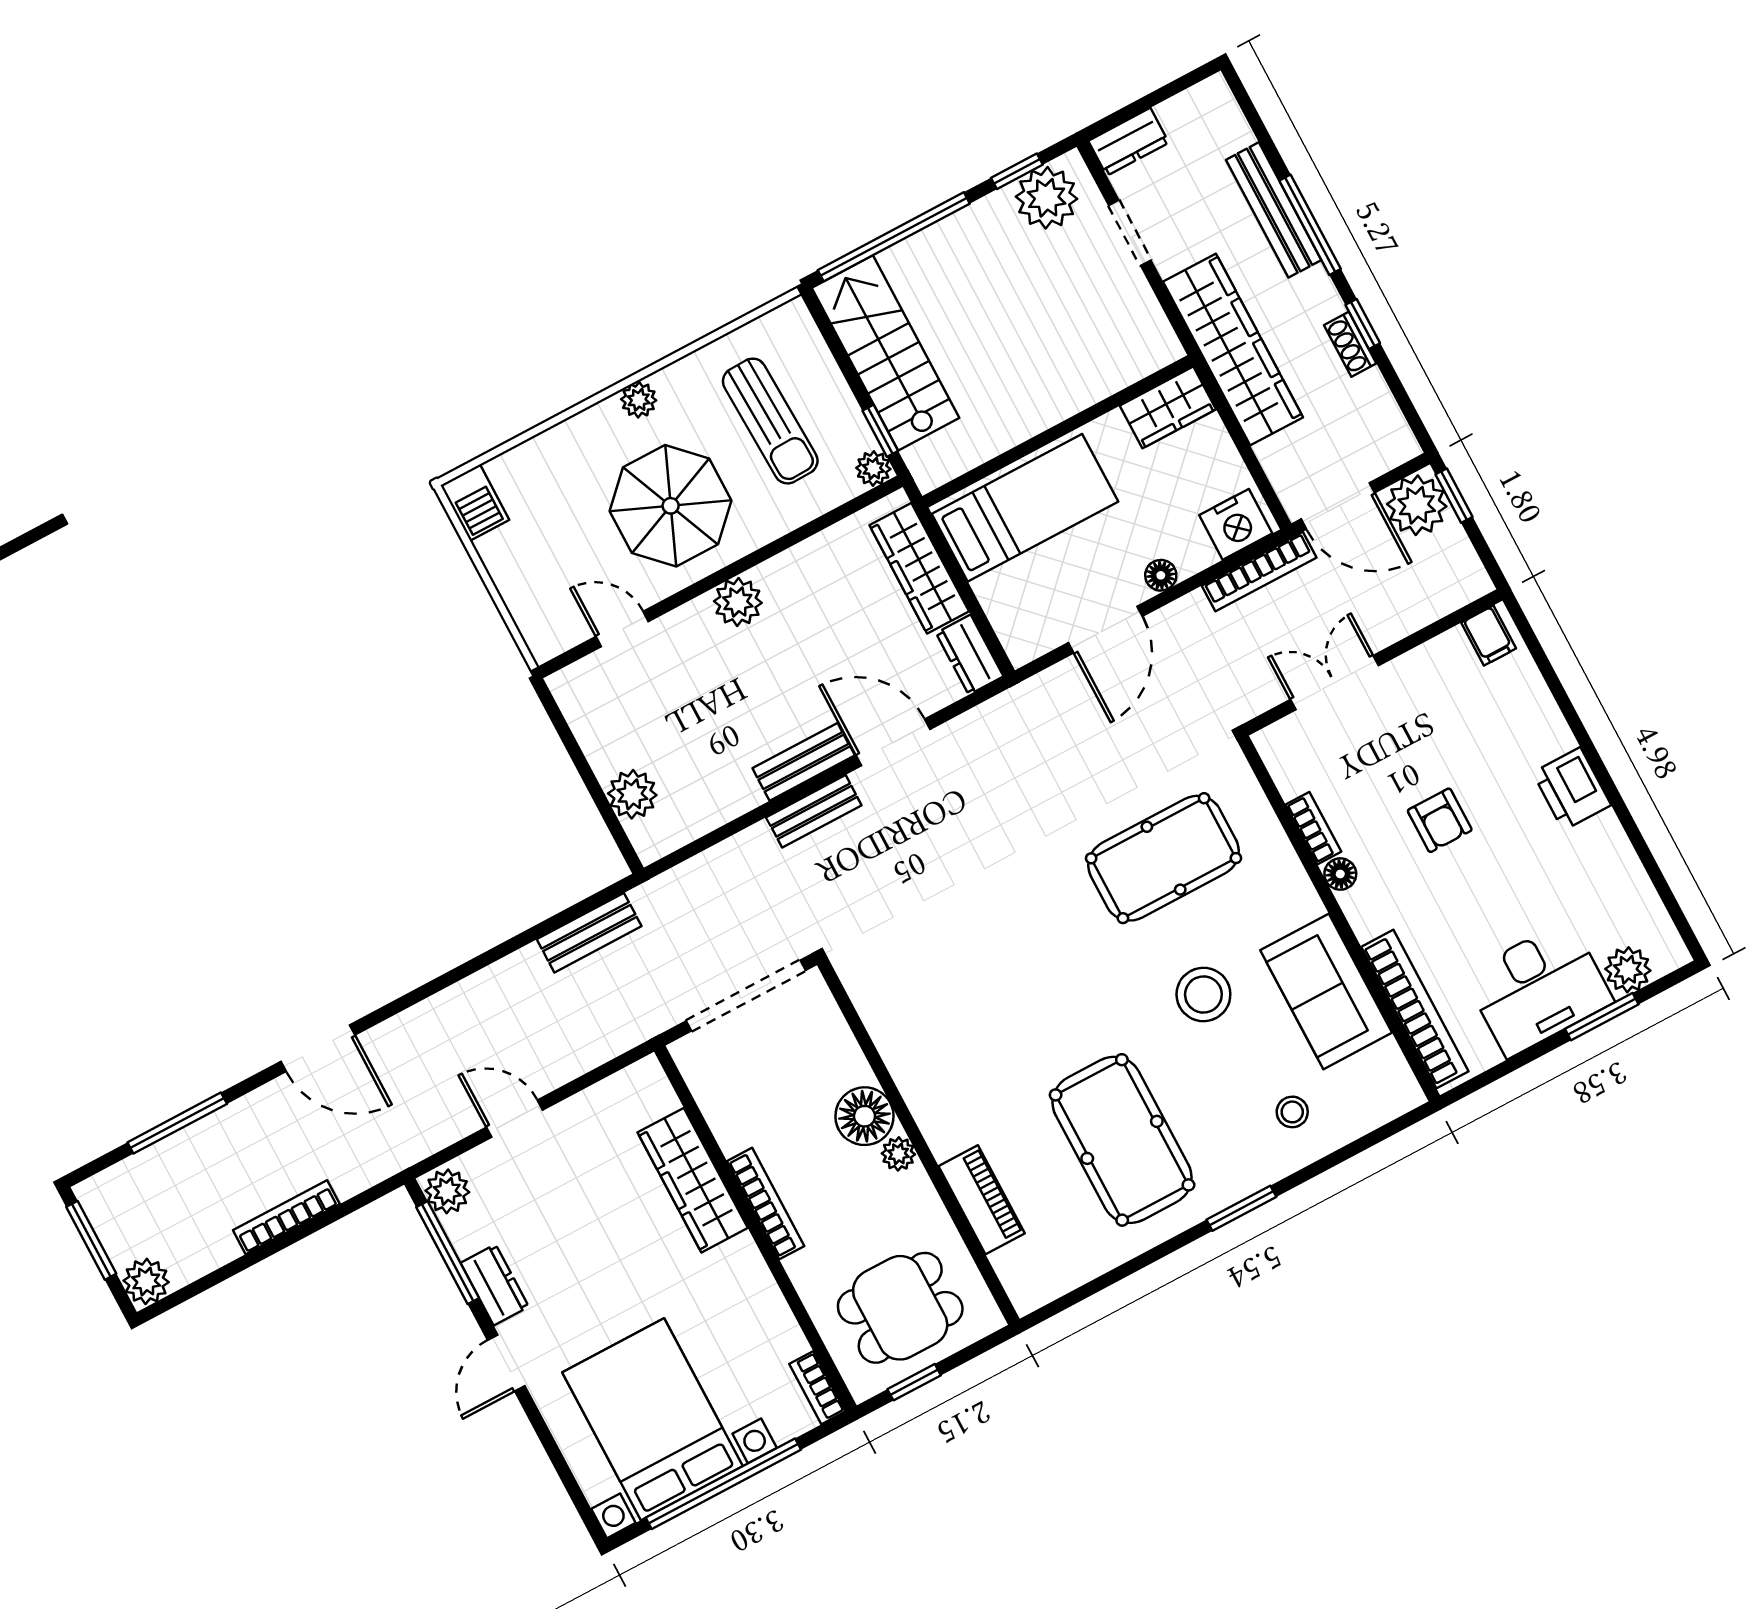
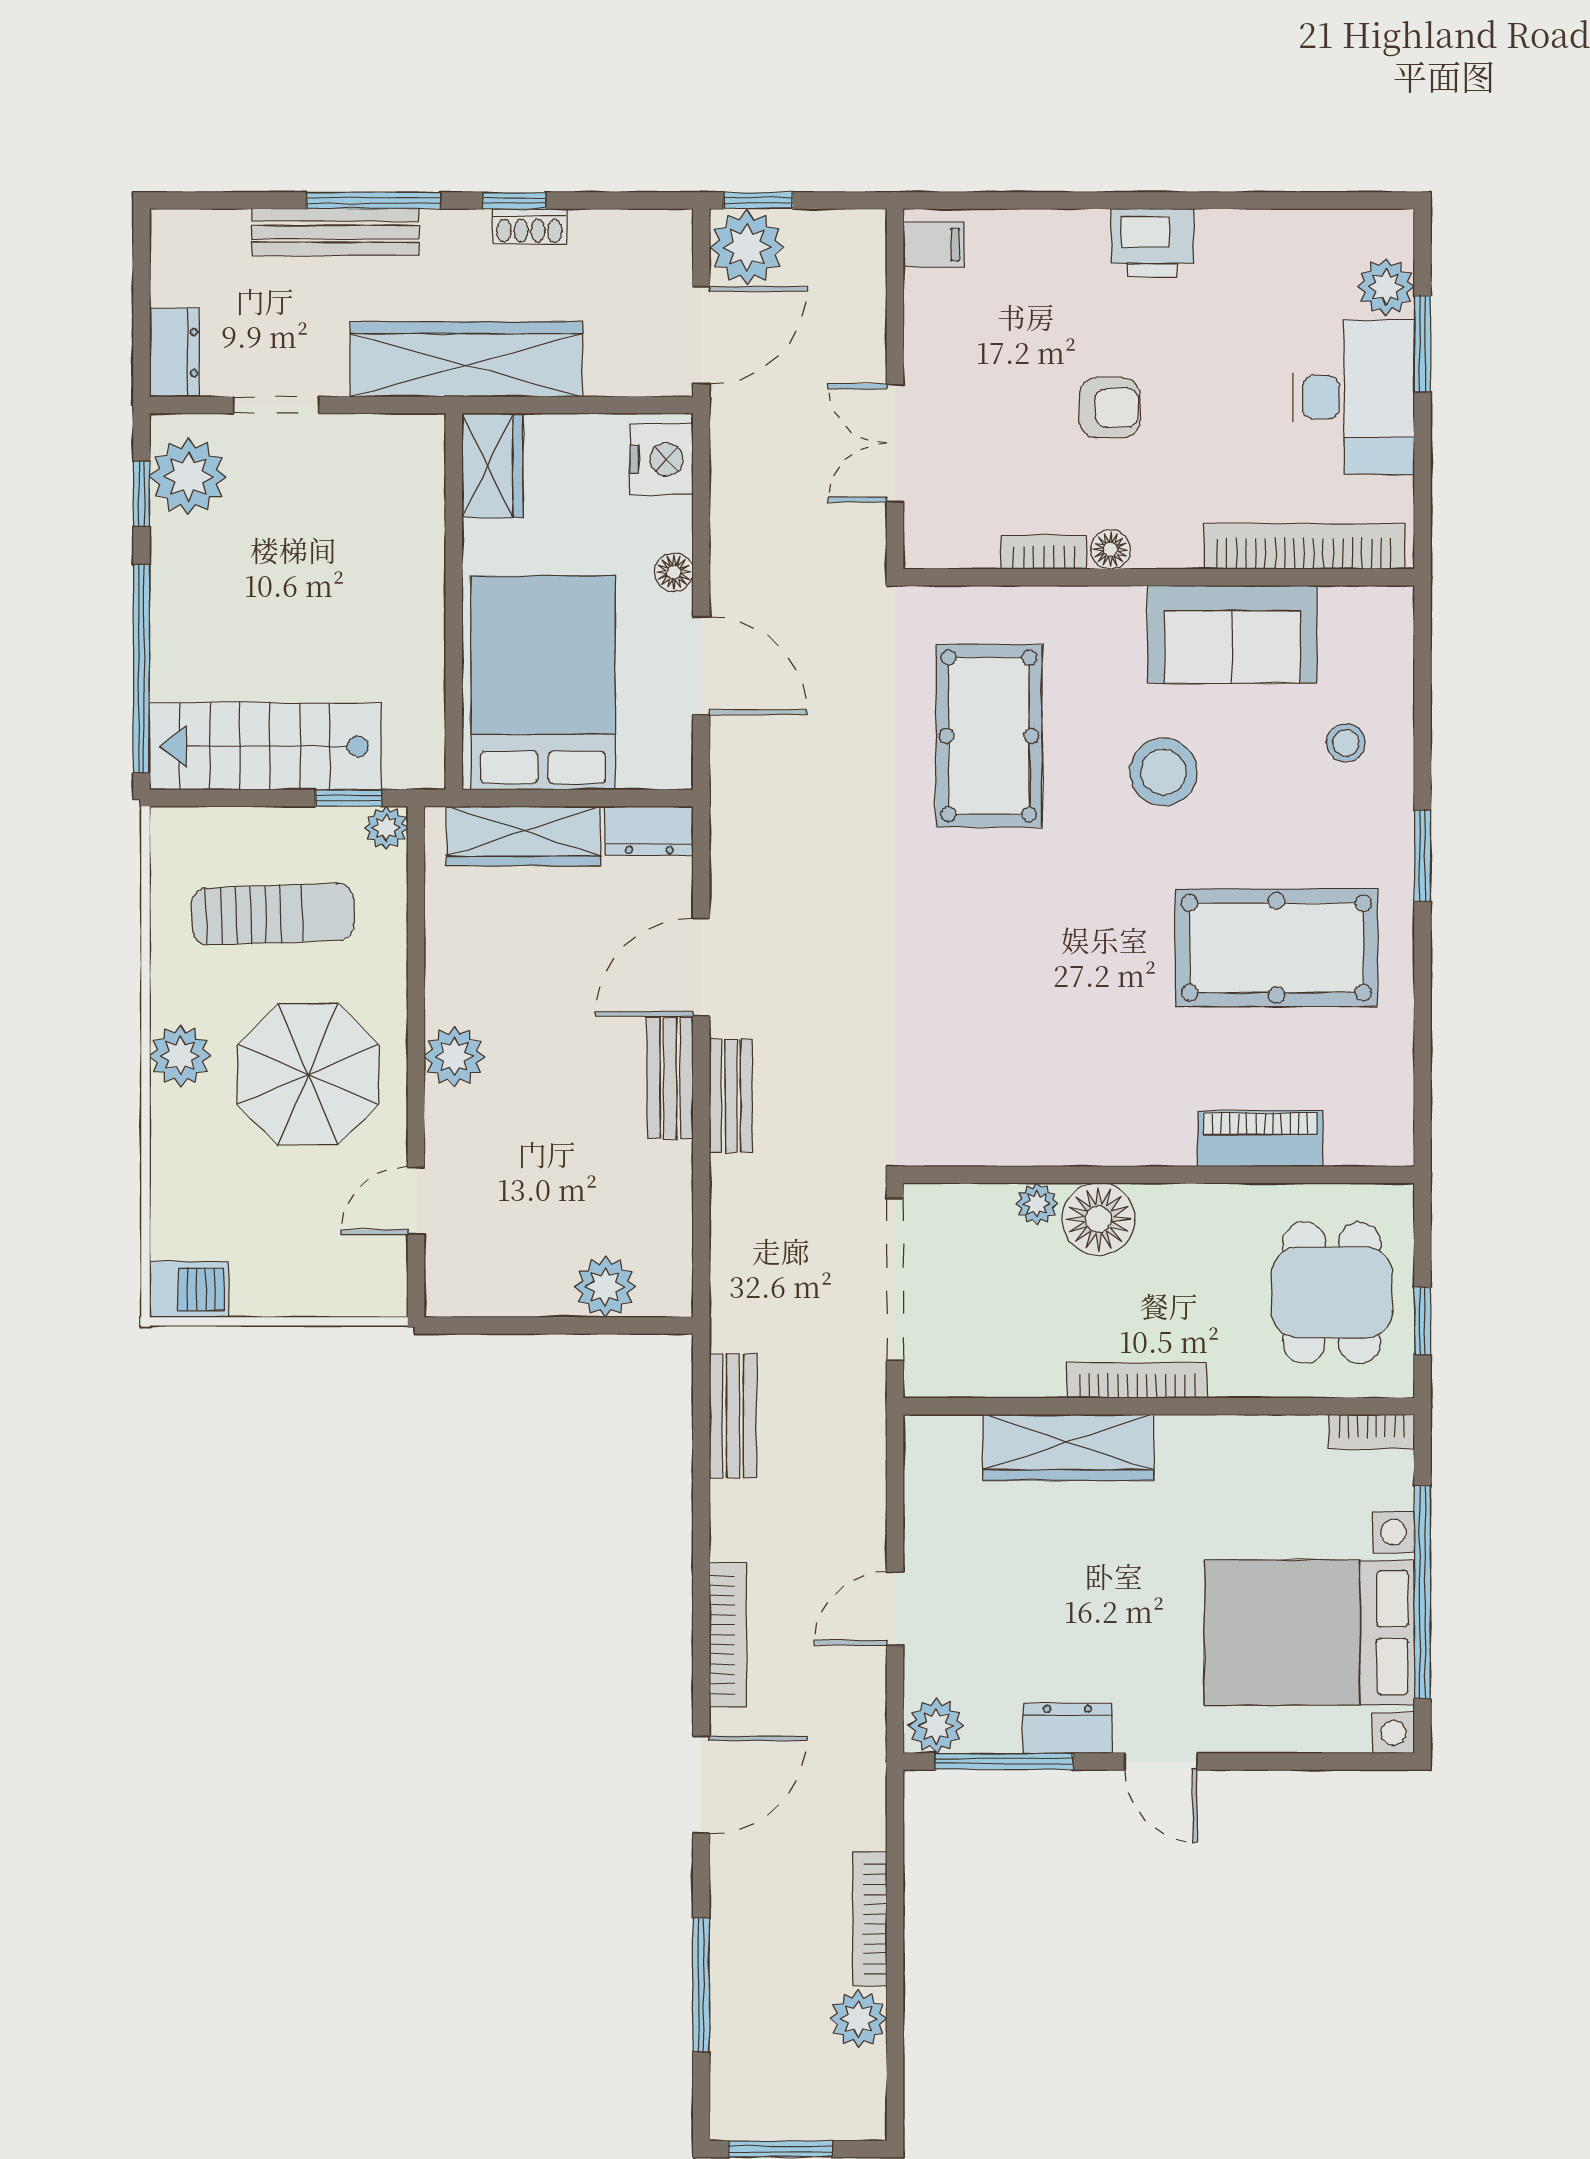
plant: (639, 400) -> (180, 1056), width x1.38, depth x1.38
bed: (1025, 508) -> (543, 683), width x1.50
bookcase: (1259, 572) -> (728, 1635), moved
plant: (898, 1154) -> (1037, 1204), moved
plant: (146, 1281) -> (858, 2019), moved

